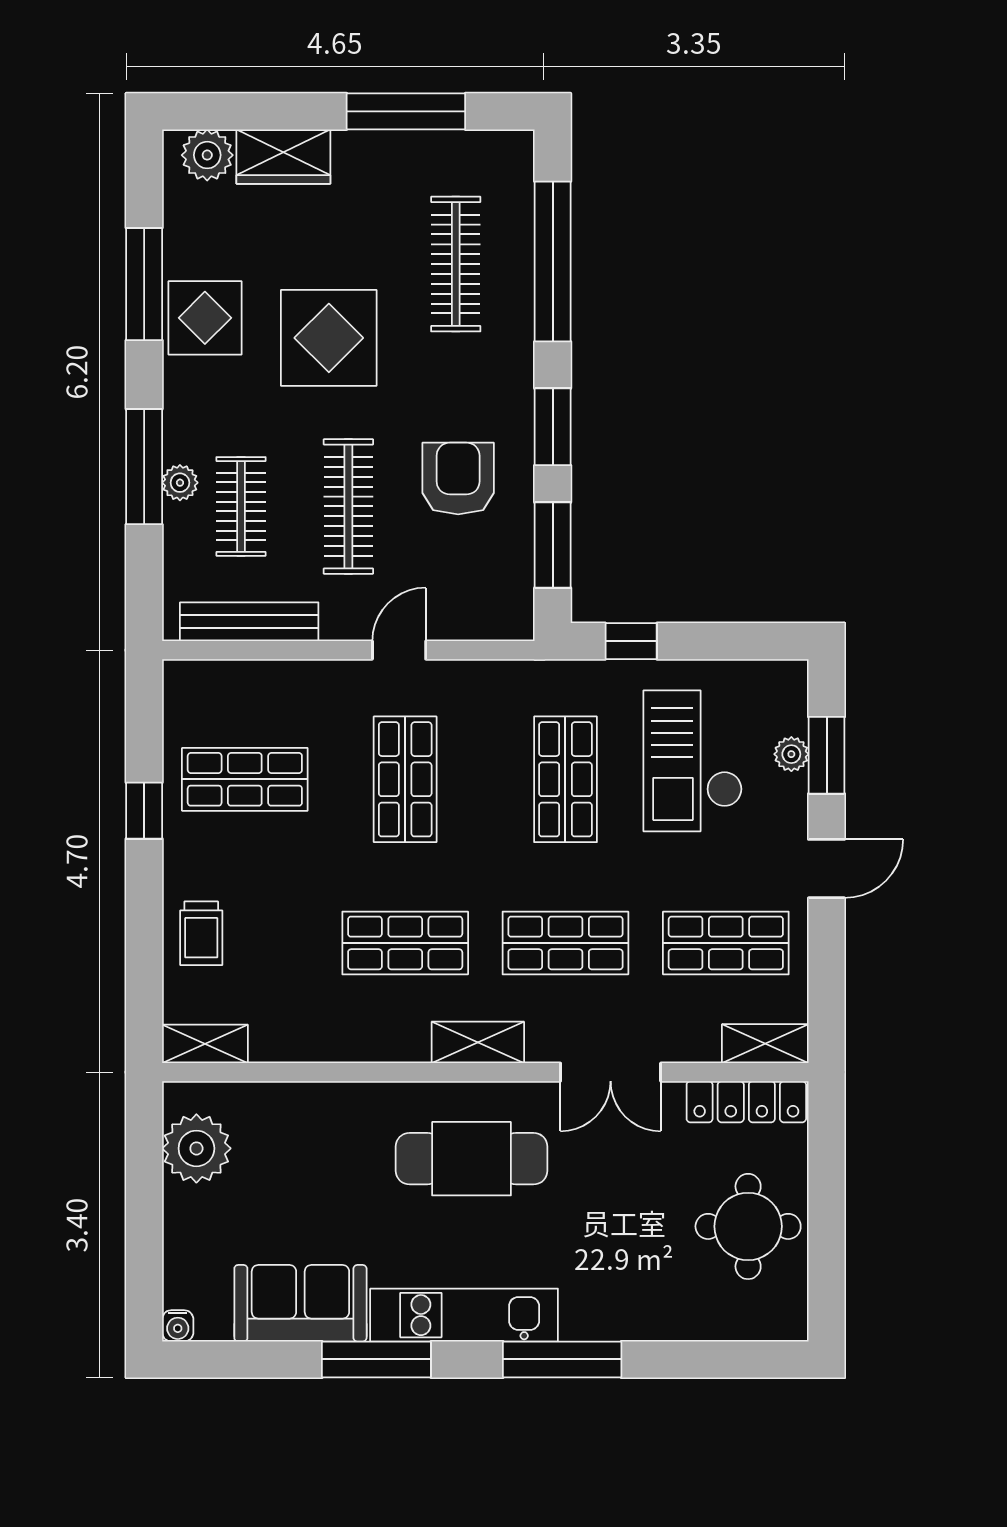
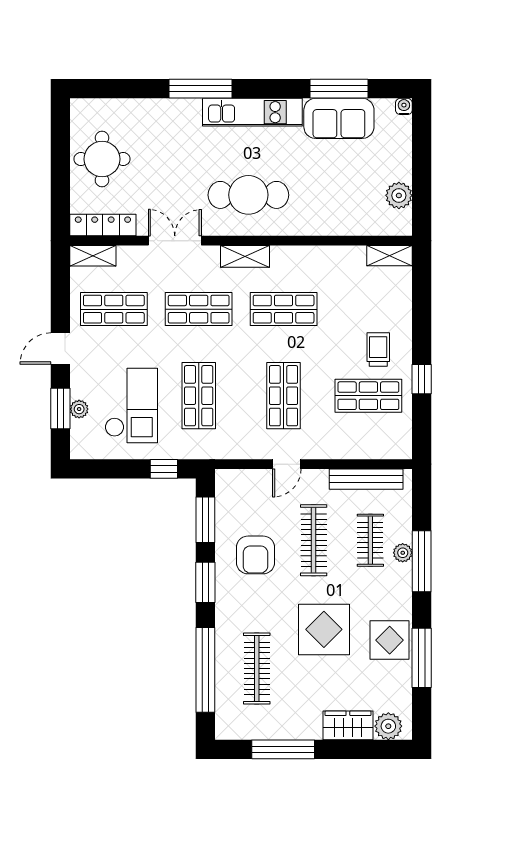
trolley: (201, 933) -> (378, 350), moved
plant: (196, 1148) -> (399, 195), width x0.73, depth x0.73
window: (376, 1359) -> (339, 89), moved

